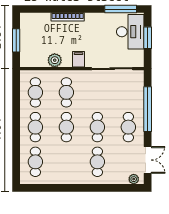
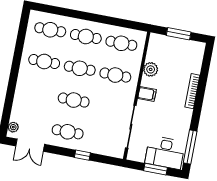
window: (148, 109) -> (82, 155), width x0.32
cafe table: (97, 162) -> (44, 61), moved

